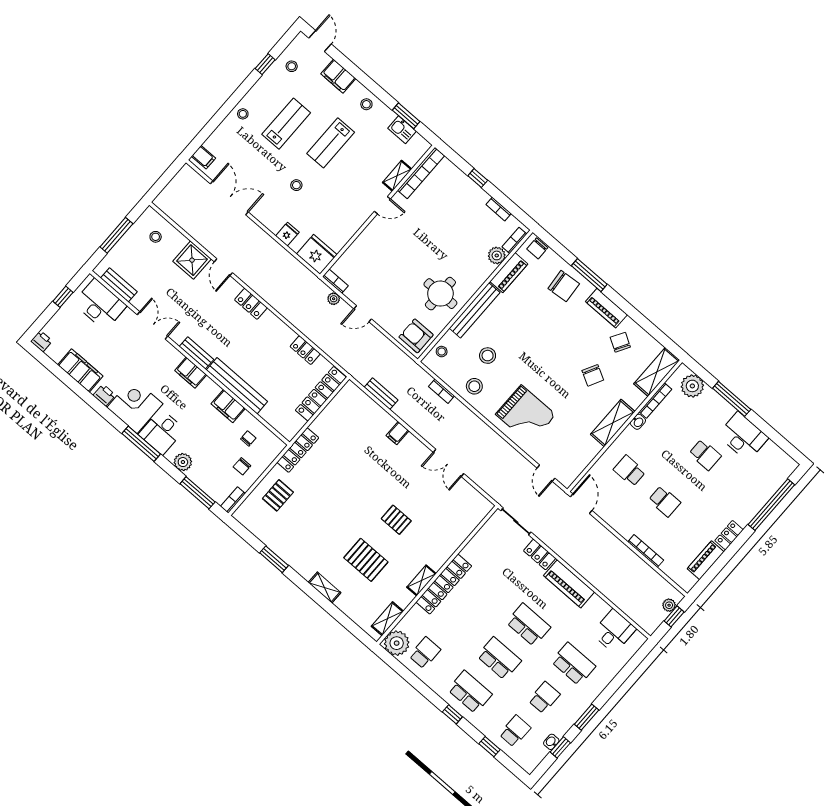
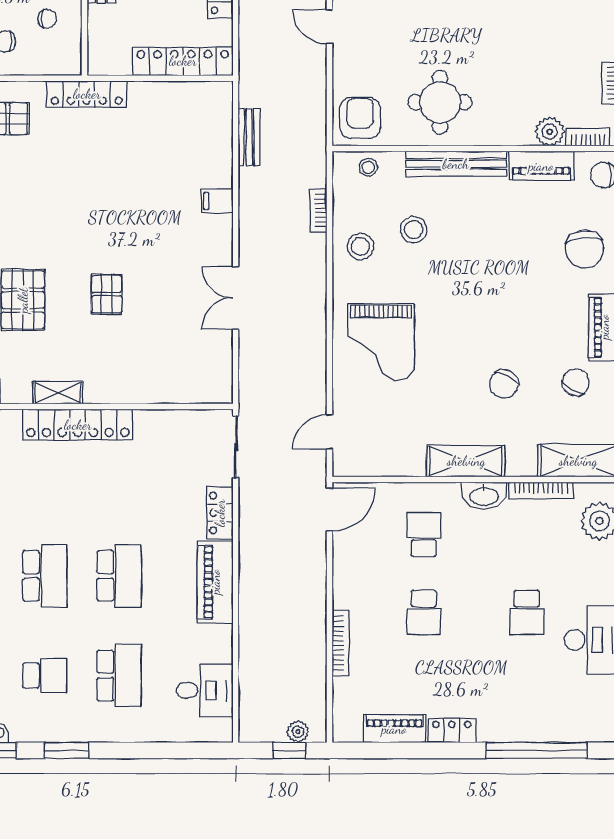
washbasin: (638, 422) -> (484, 496), width x1.91, depth x1.45

